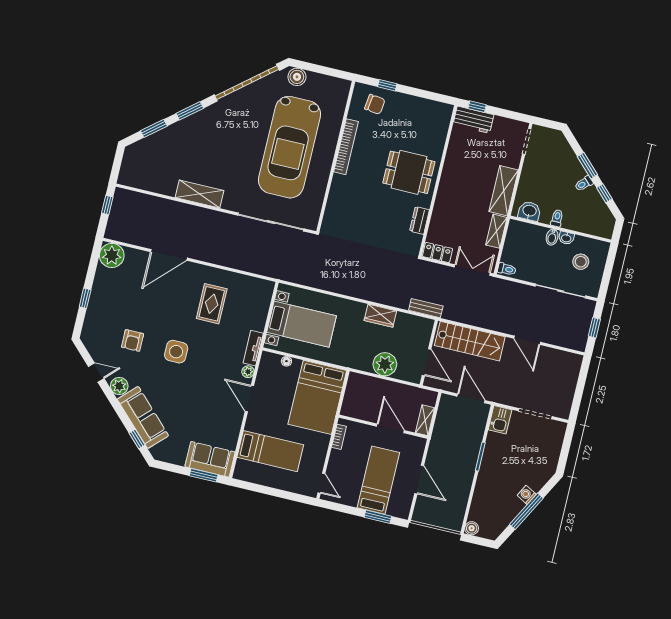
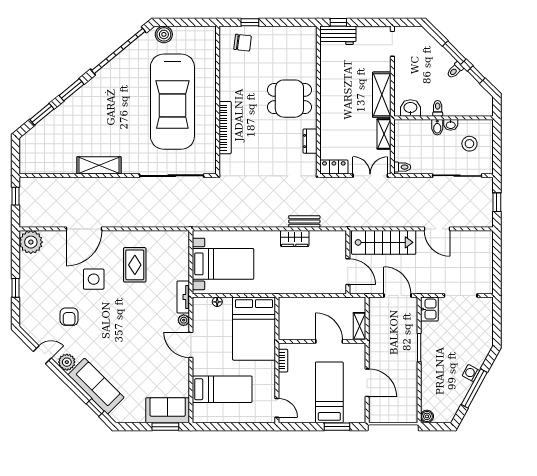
bookcase: (346, 147) -> (225, 128), moved
bench: (426, 308) -> (304, 221), moved
side table: (176, 352) -> (94, 279), moved
plant: (385, 364) -> (310, 283), removed

